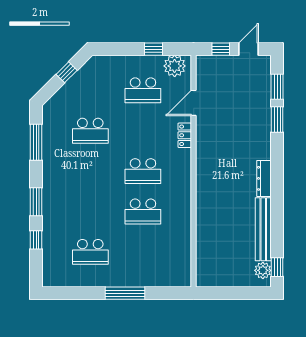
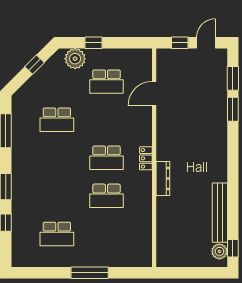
window: (153, 49) -> (94, 43), moved
plant: (175, 66) -> (75, 59), moved
locker: (185, 135) -> (146, 158), moved
dresser: (264, 178) -> (163, 179), moved, turned 180

